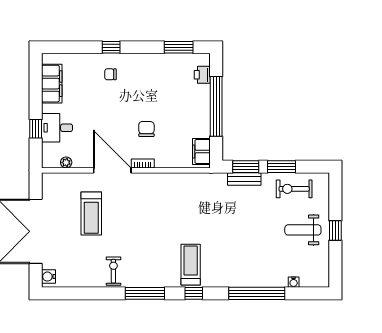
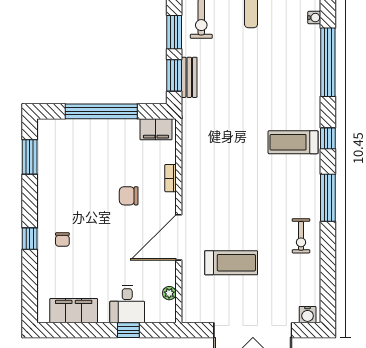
printer: (202, 75) -> (63, 128), removed
bookcase: (143, 163) -> (170, 178), moved
exercise bike: (113, 271) -> (301, 236), turned -90

